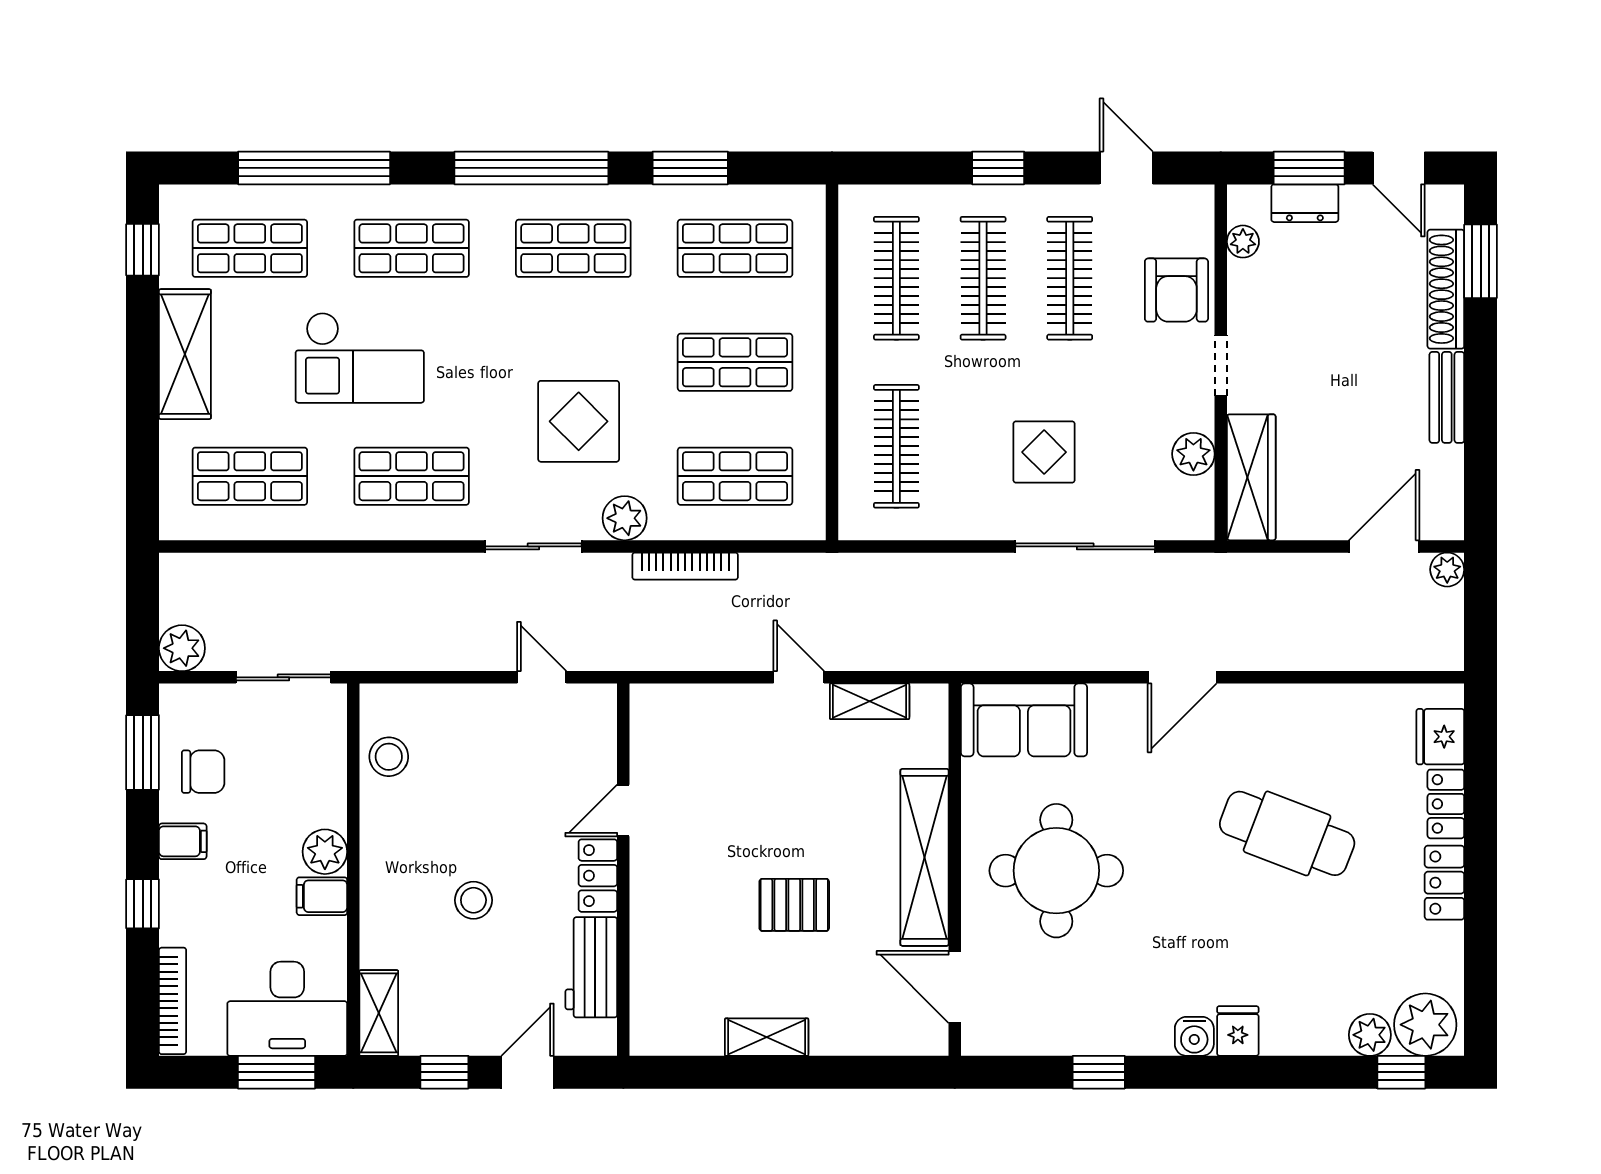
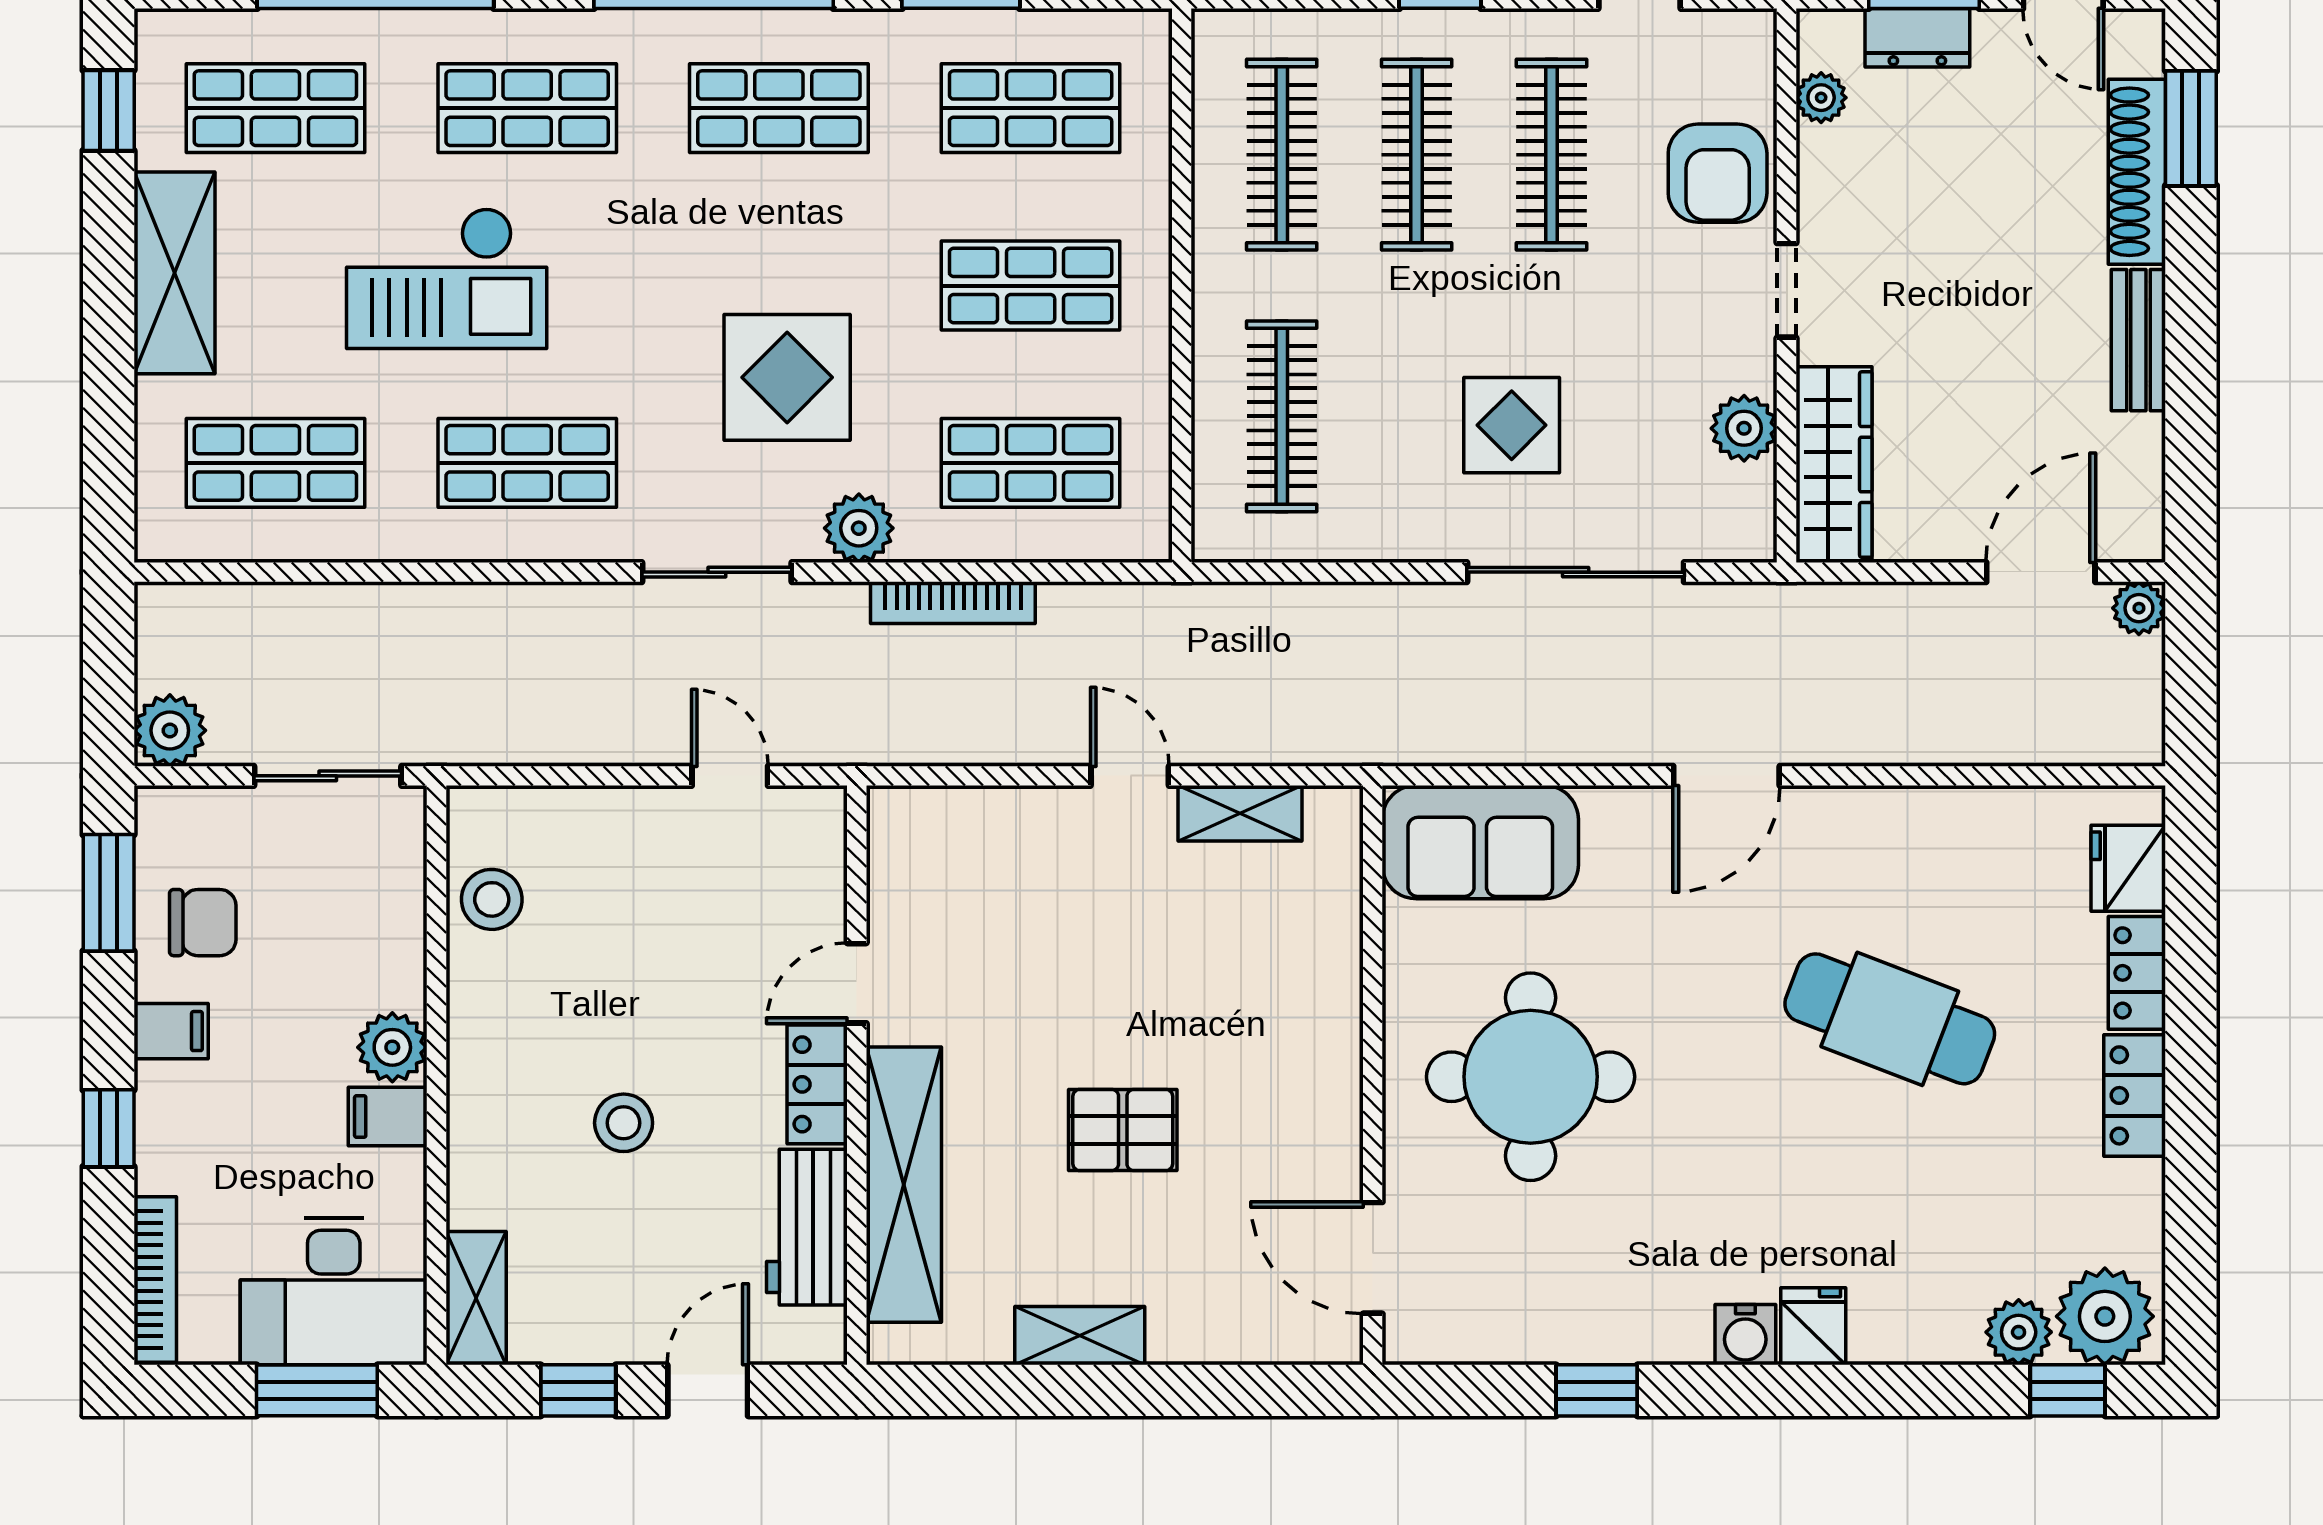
shelving: (925, 857) -> (904, 1185), moved

